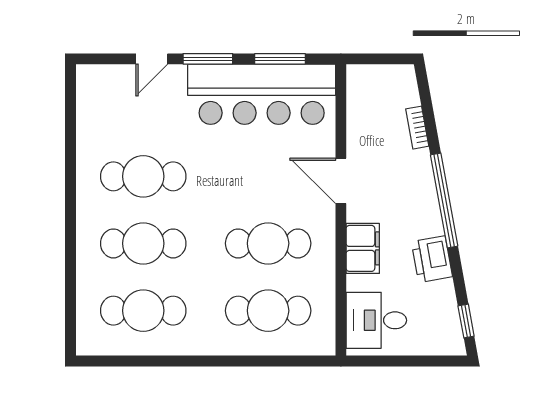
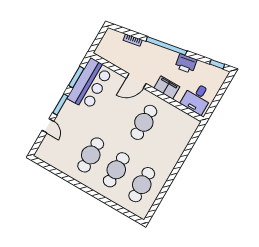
bar counter: (262, 94) -> (90, 84), width x0.73
cafe table: (268, 311) -> (169, 137), removed

